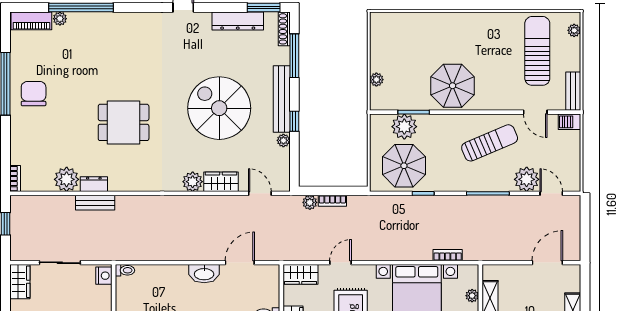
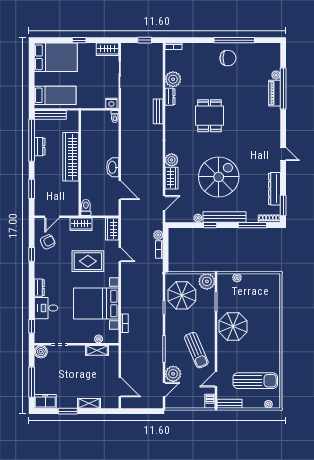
piano: (31, 21) -> (275, 93), moved
plant: (404, 127) -> (207, 281), moved
bench: (95, 203) -> (158, 111), moved

